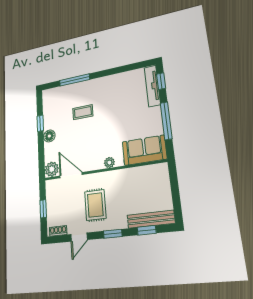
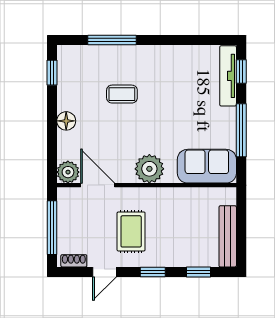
window: (40, 123) -> (52, 73), moved
plant: (109, 163) -> (149, 169), width x1.87, depth x1.87
window: (43, 209) -> (52, 228), width x2.17
bench: (151, 219) -> (228, 236), moved, turned 90

